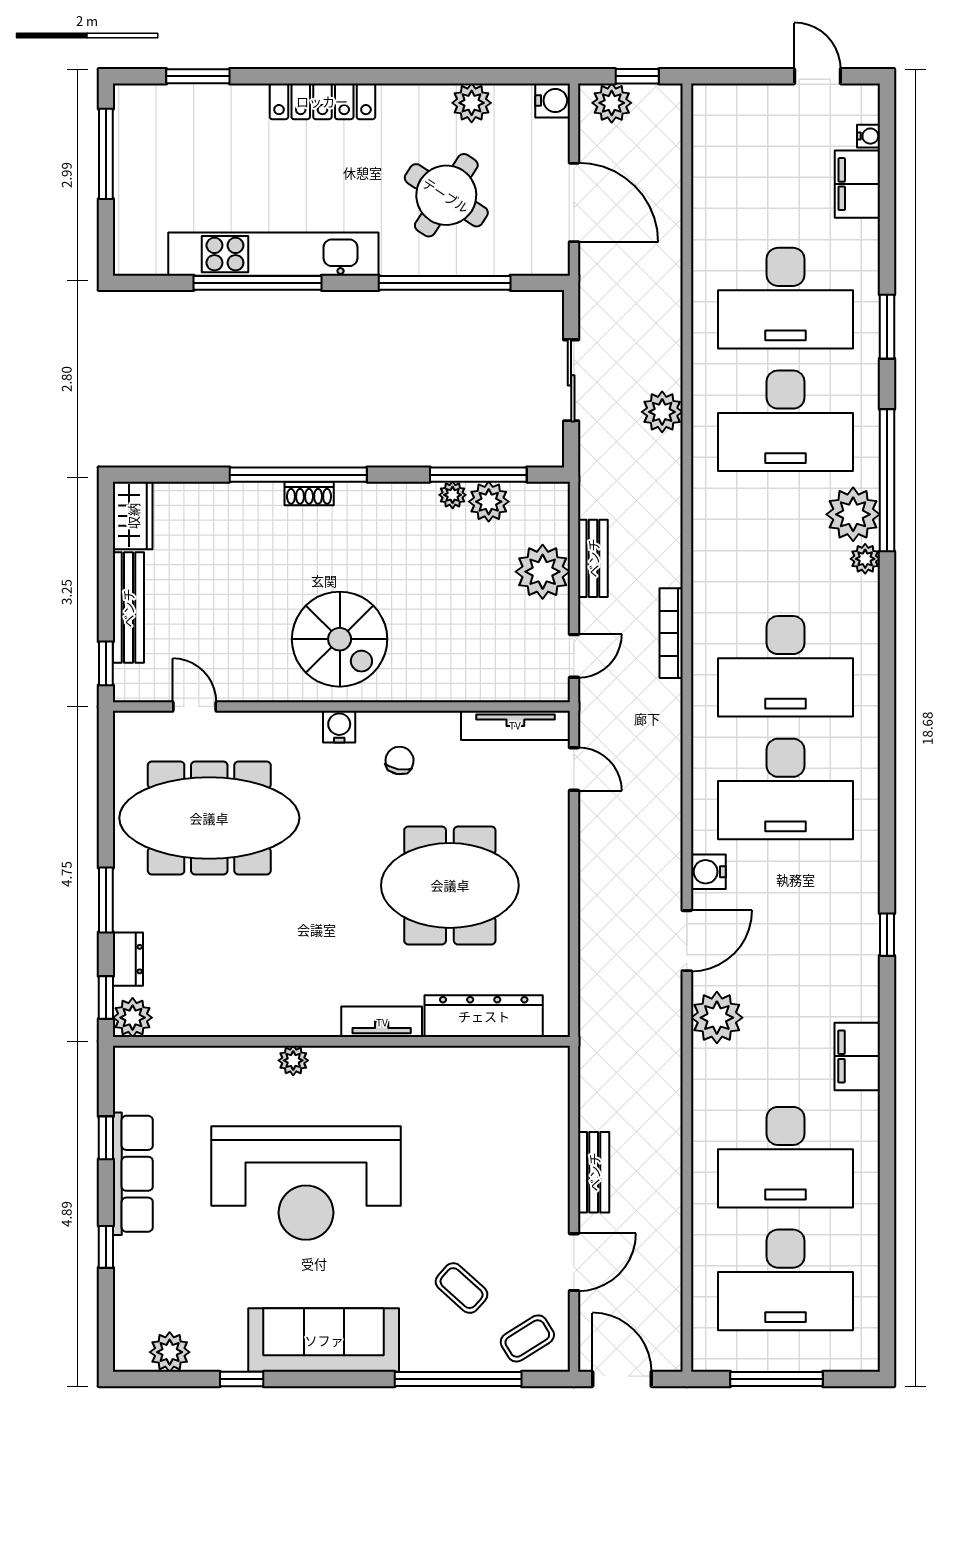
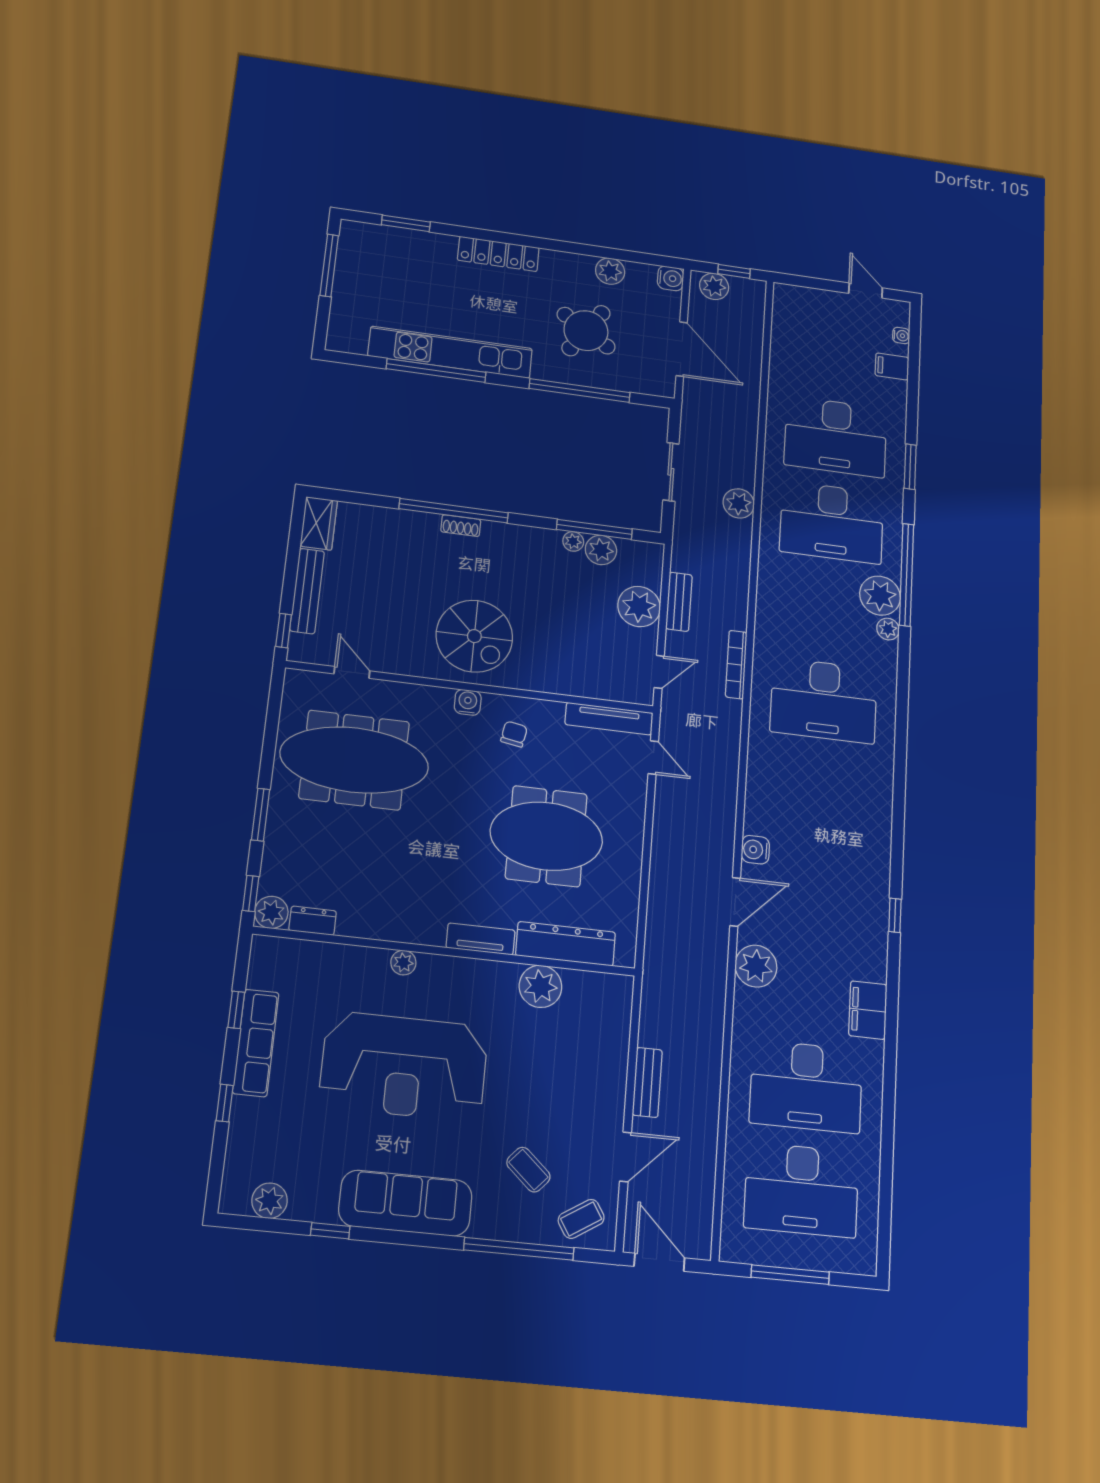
filing cabinet: (857, 184) -> (892, 366), width x0.50
desk: (785, 789) -> (819, 793), removed
dresser: (128, 959) -> (313, 921), moved, turned -90
plant: (458, 1071) -> (540, 986), added

